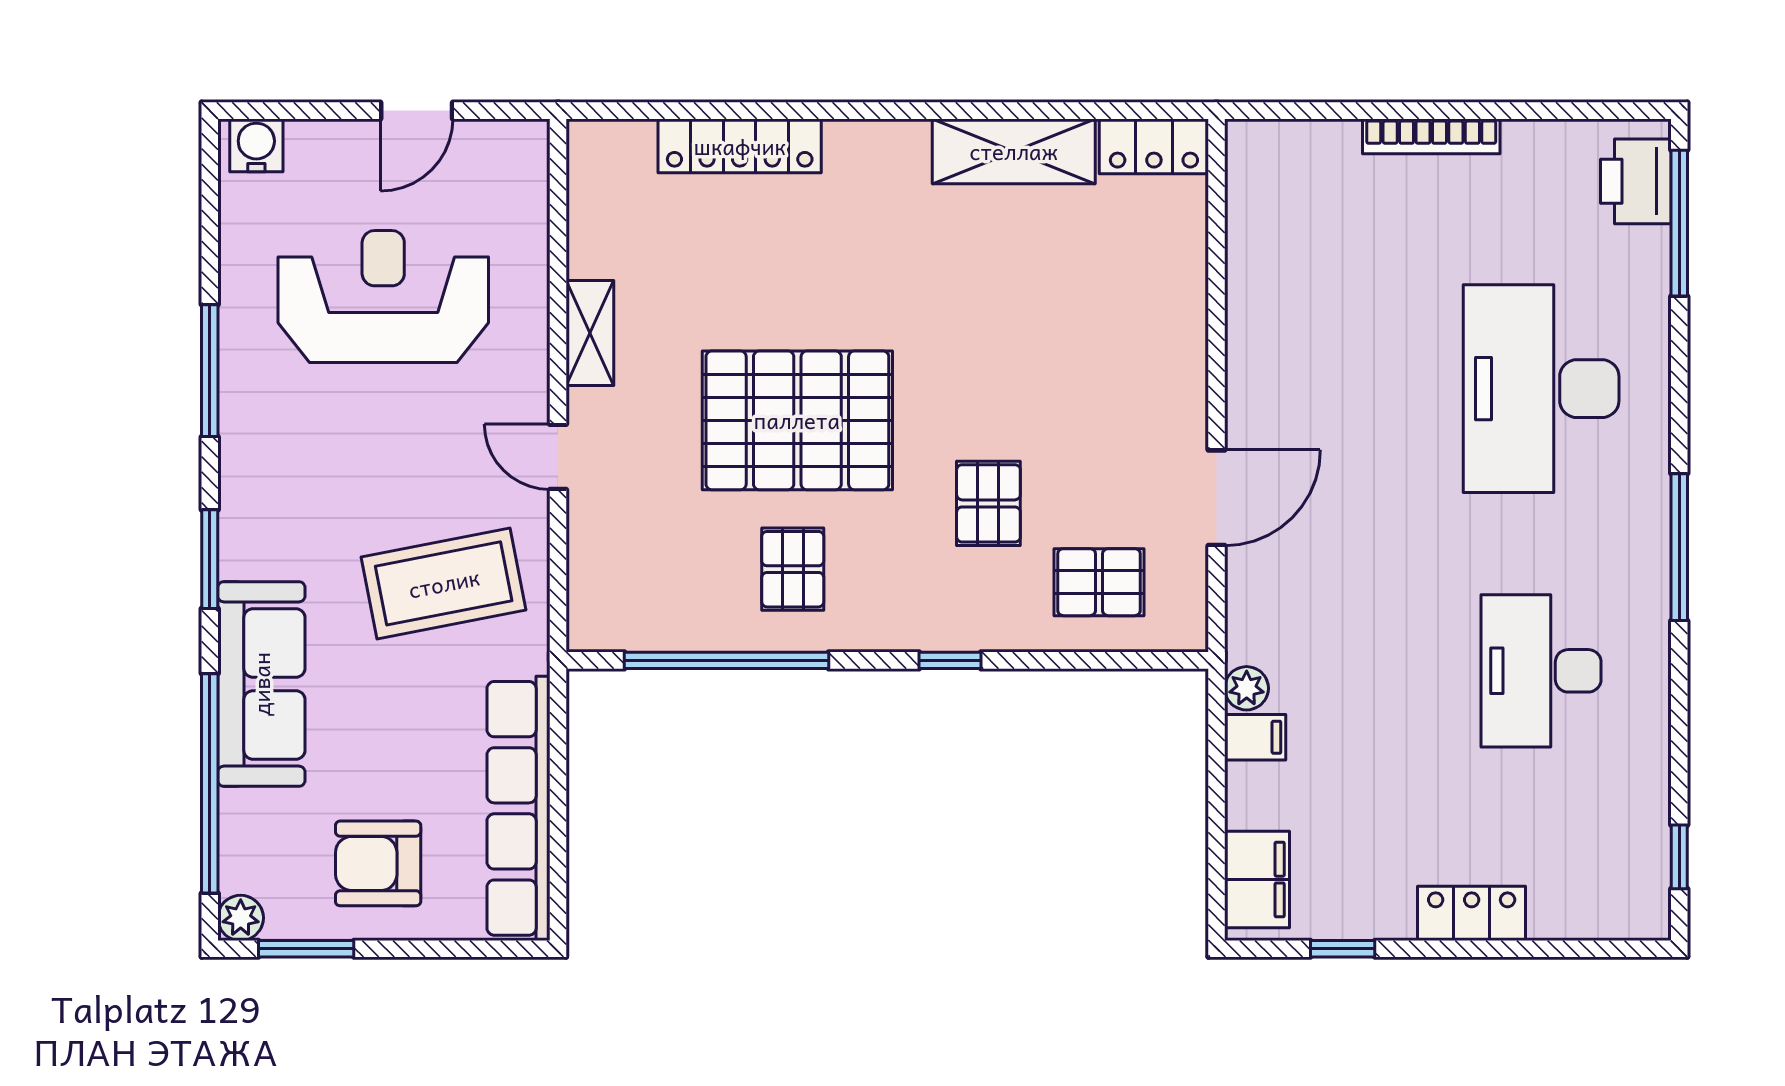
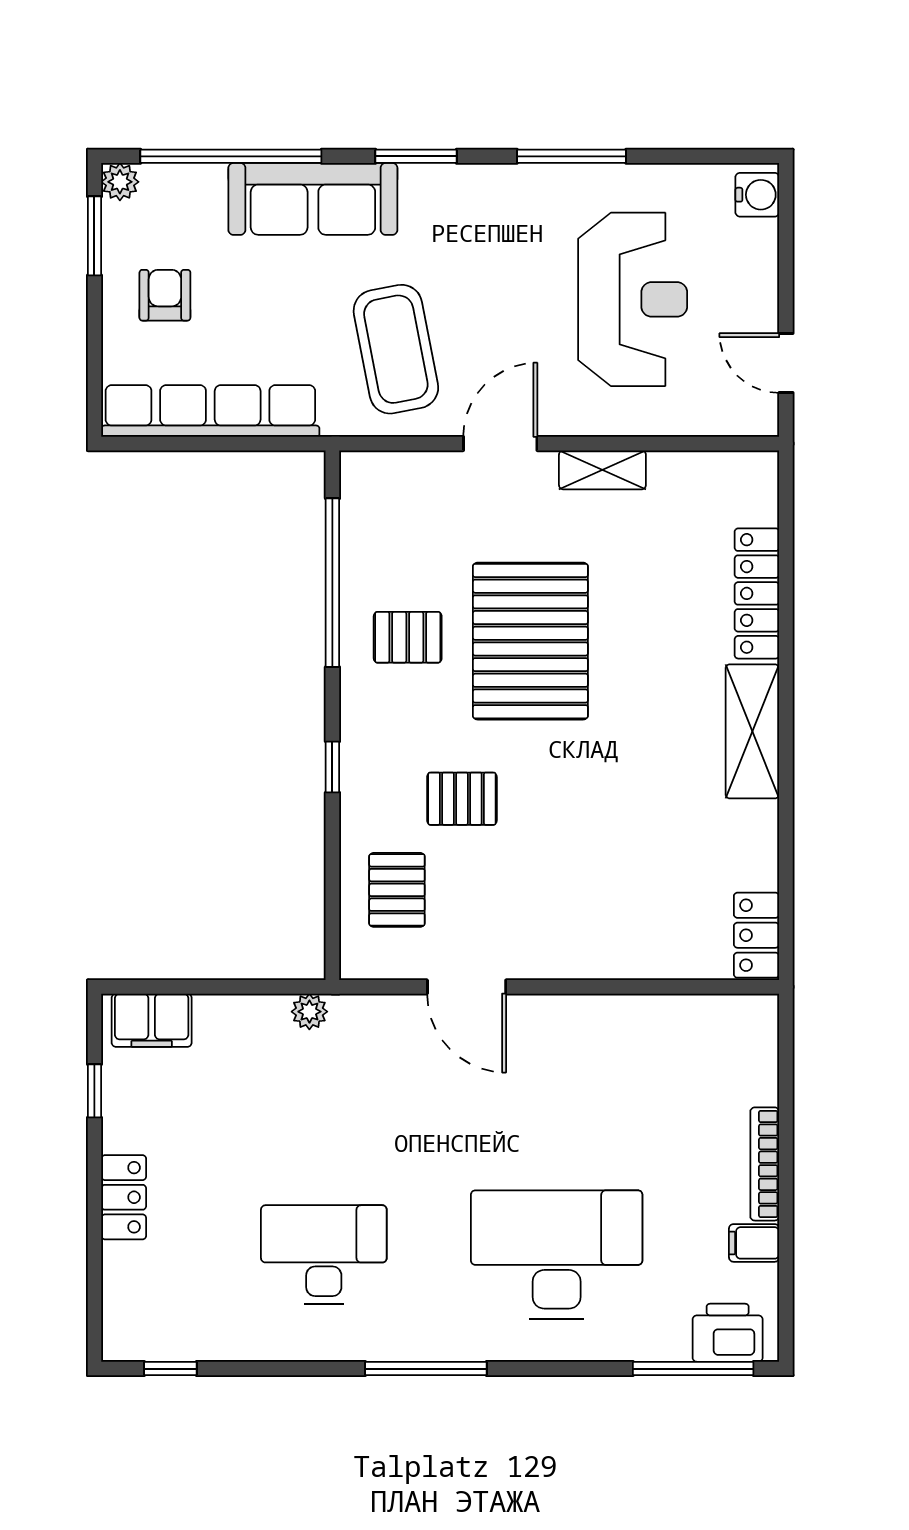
door: (417, 111) -> (786, 363), moved
shelving: (1014, 151) -> (752, 731), moved
door: (558, 457) -> (500, 444), width x1.38
filing cabinet: (1255, 737) -> (754, 1243), moved, turned 90
armchair: (378, 863) -> (165, 295), width x0.72, depth x0.72

